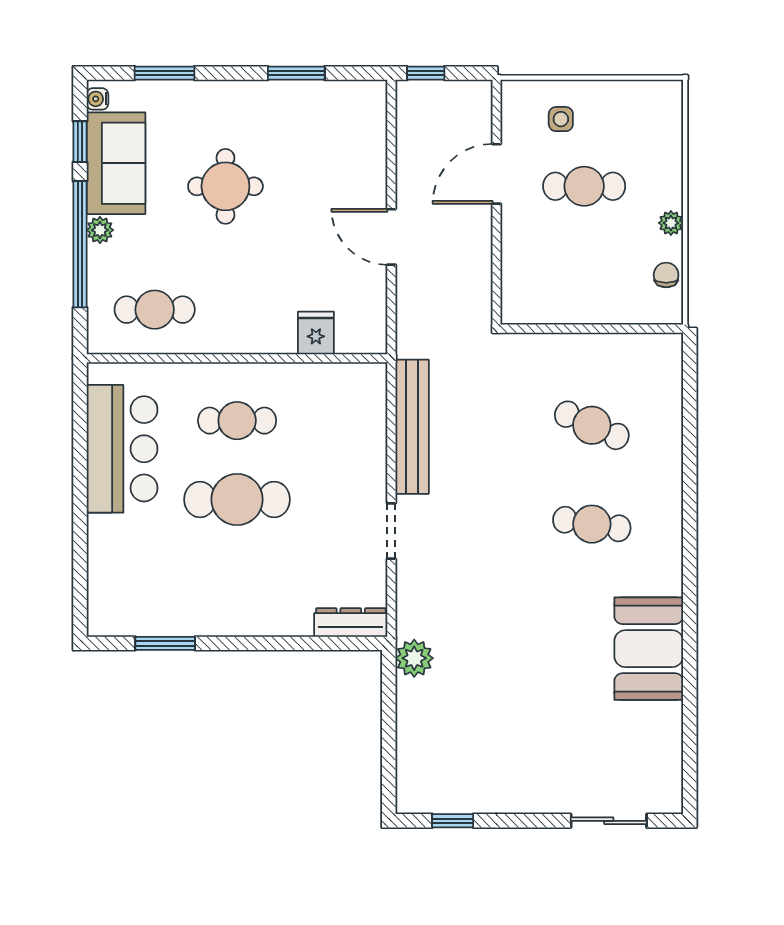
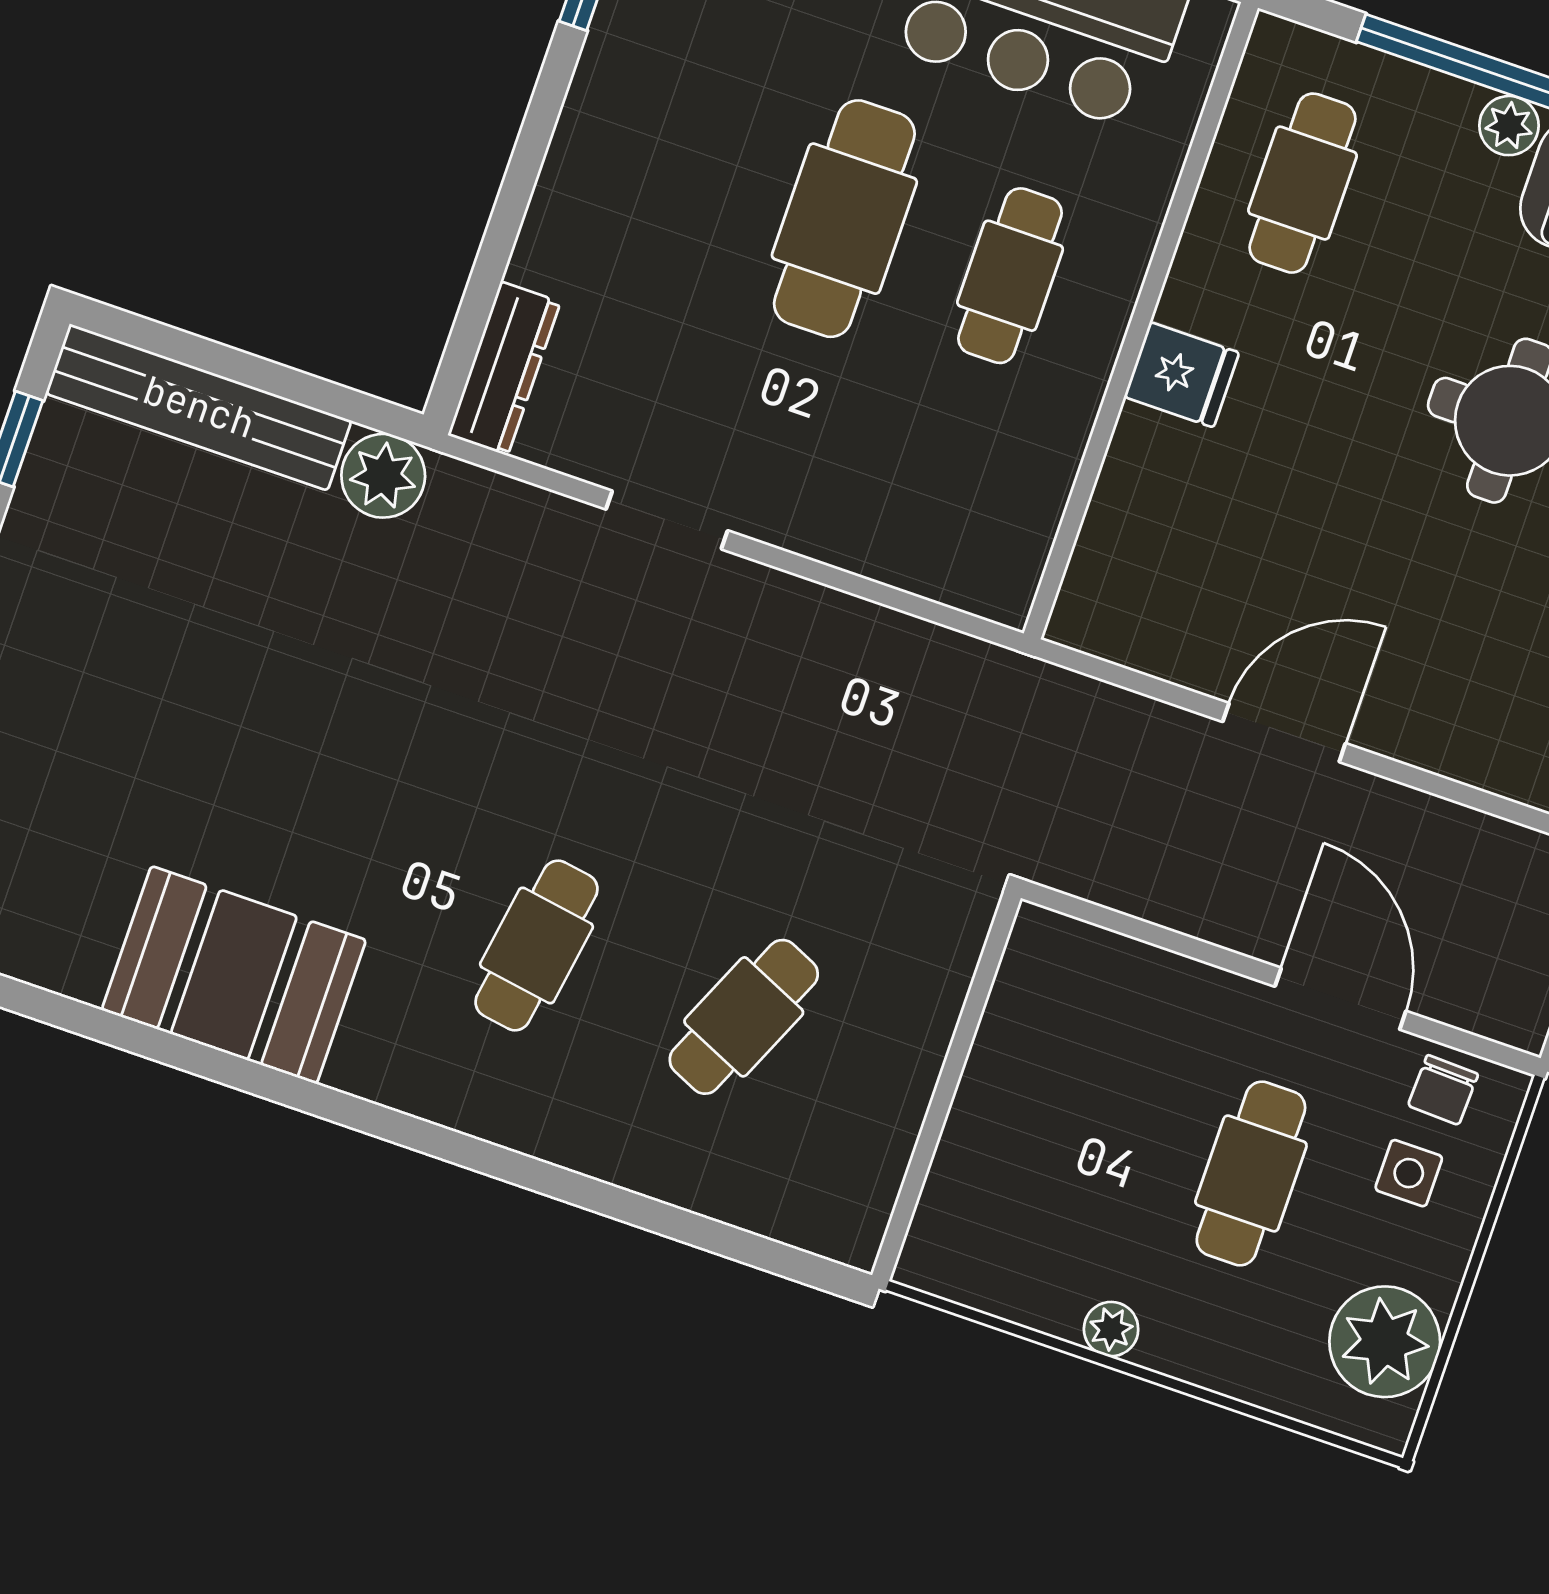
plant: (636, 105) -> (1385, 1342), added
chair: (666, 275) -> (1443, 1090), moved, turned 92
fridge: (316, 333) -> (1182, 375), moved
bench: (412, 427) -> (199, 407), moved

